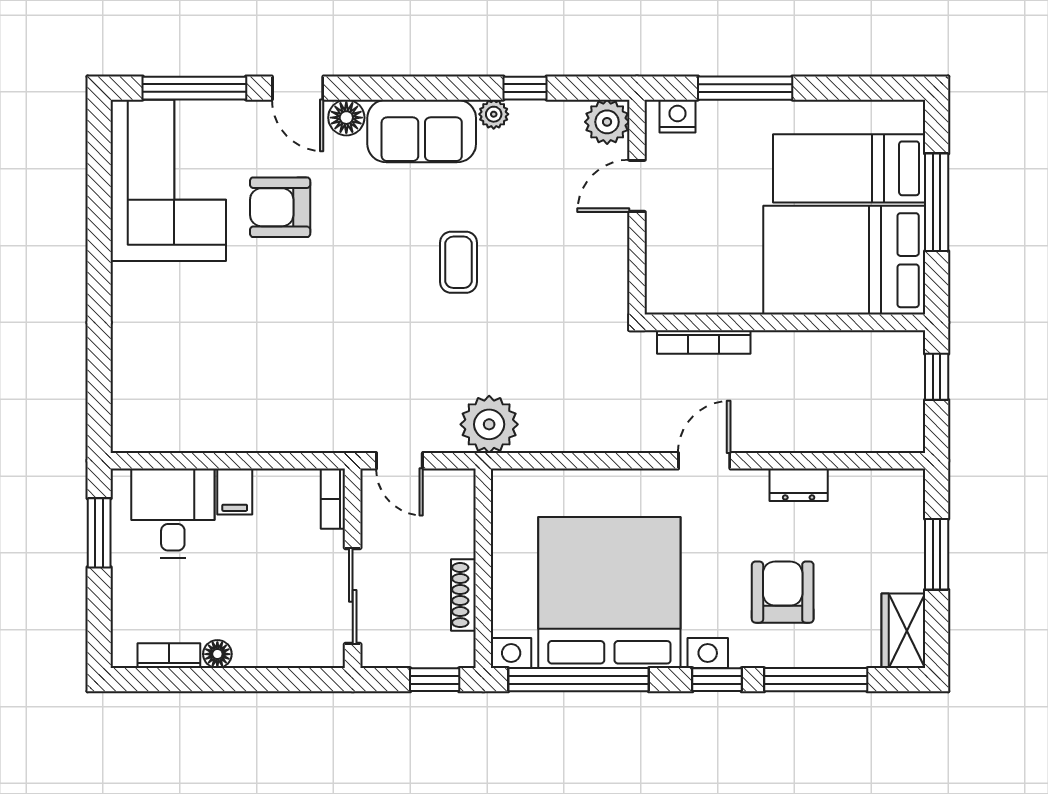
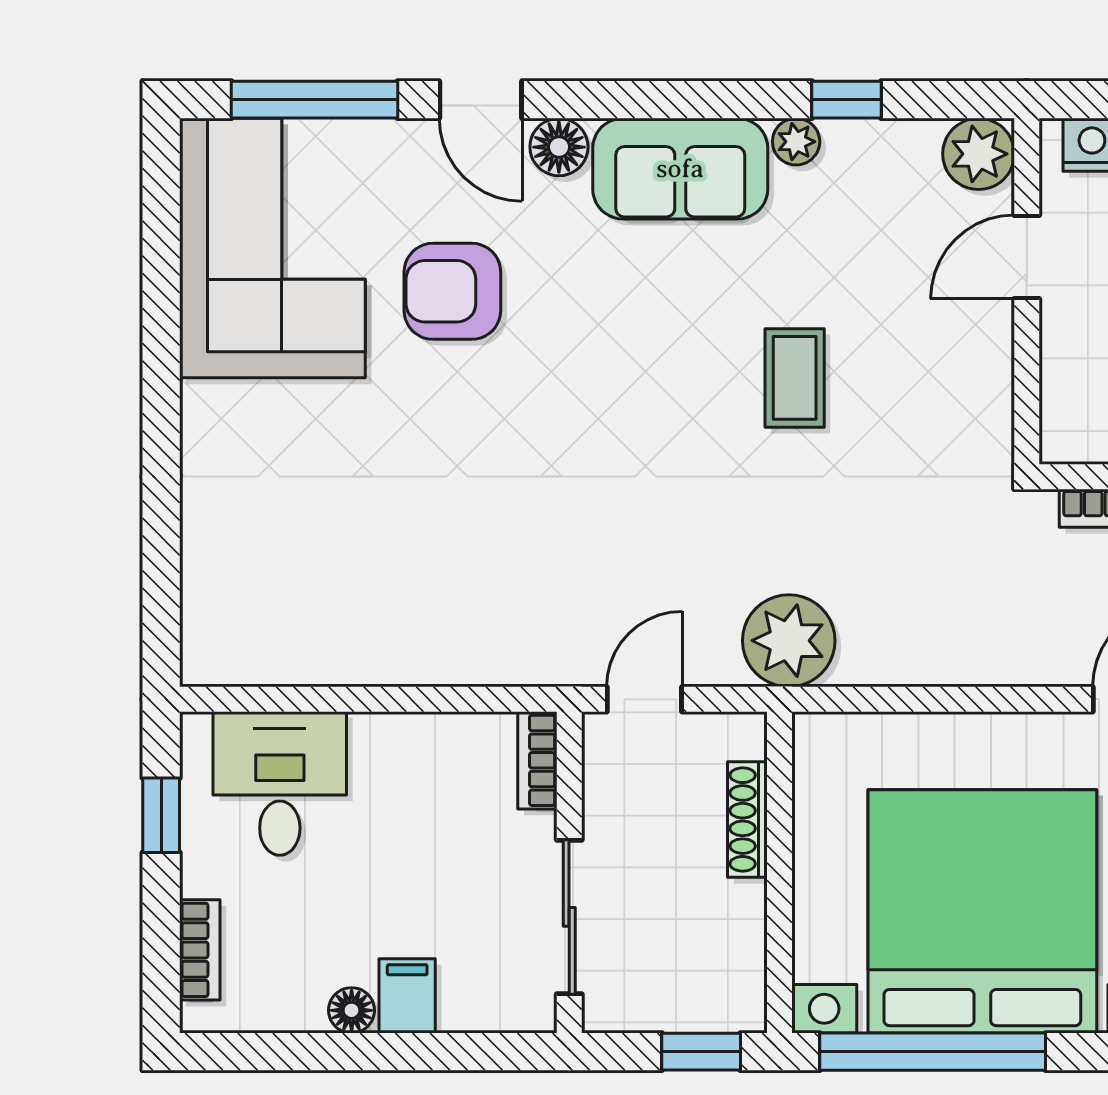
coffee table: (459, 262) -> (795, 378), moved
door: (399, 461) -> (644, 699), swing flipped
filing cabinet: (235, 492) -> (407, 996), moved, turned 180
window: (99, 533) -> (161, 815), width x0.67
shoe rack: (463, 595) -> (747, 820), moved
bookcase: (169, 656) -> (200, 950), moved, turned 90

